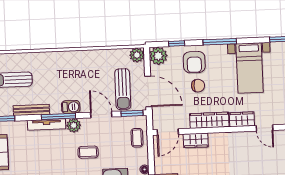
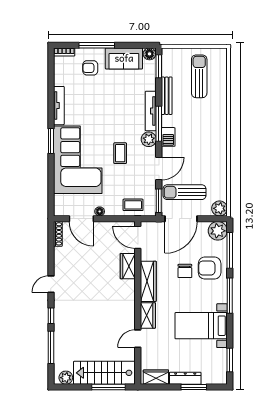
window: (177, 44) -> (230, 250), width x2.17

